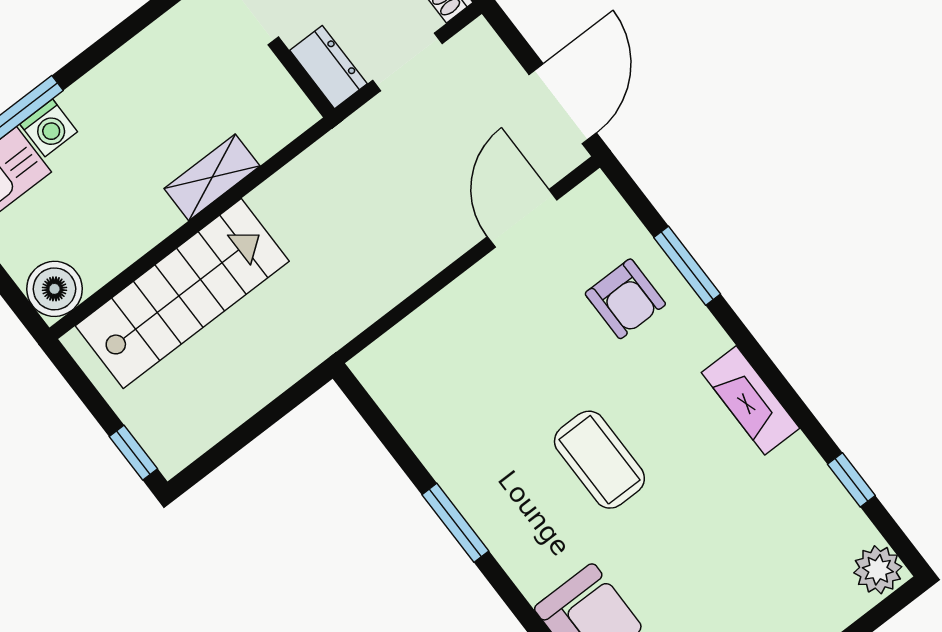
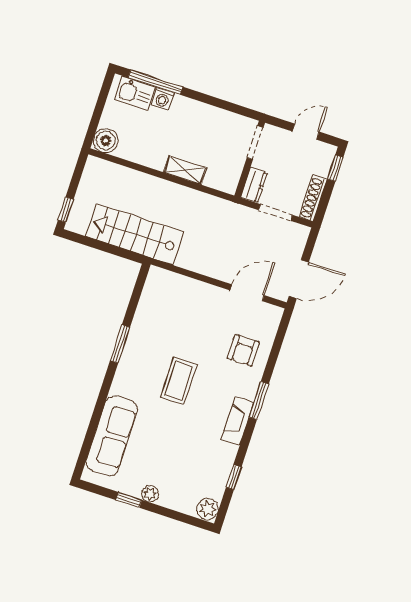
window: (687, 266) -> (259, 401), moved
stairs: (182, 293) -> (135, 234), moved, turned 180

